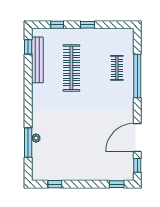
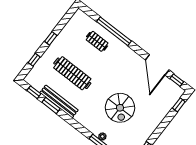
bench: (37, 60) -> (59, 101), moved
window: (28, 71) -> (51, 105), added
spiral stairs: (74, 134) -> (120, 108), added

